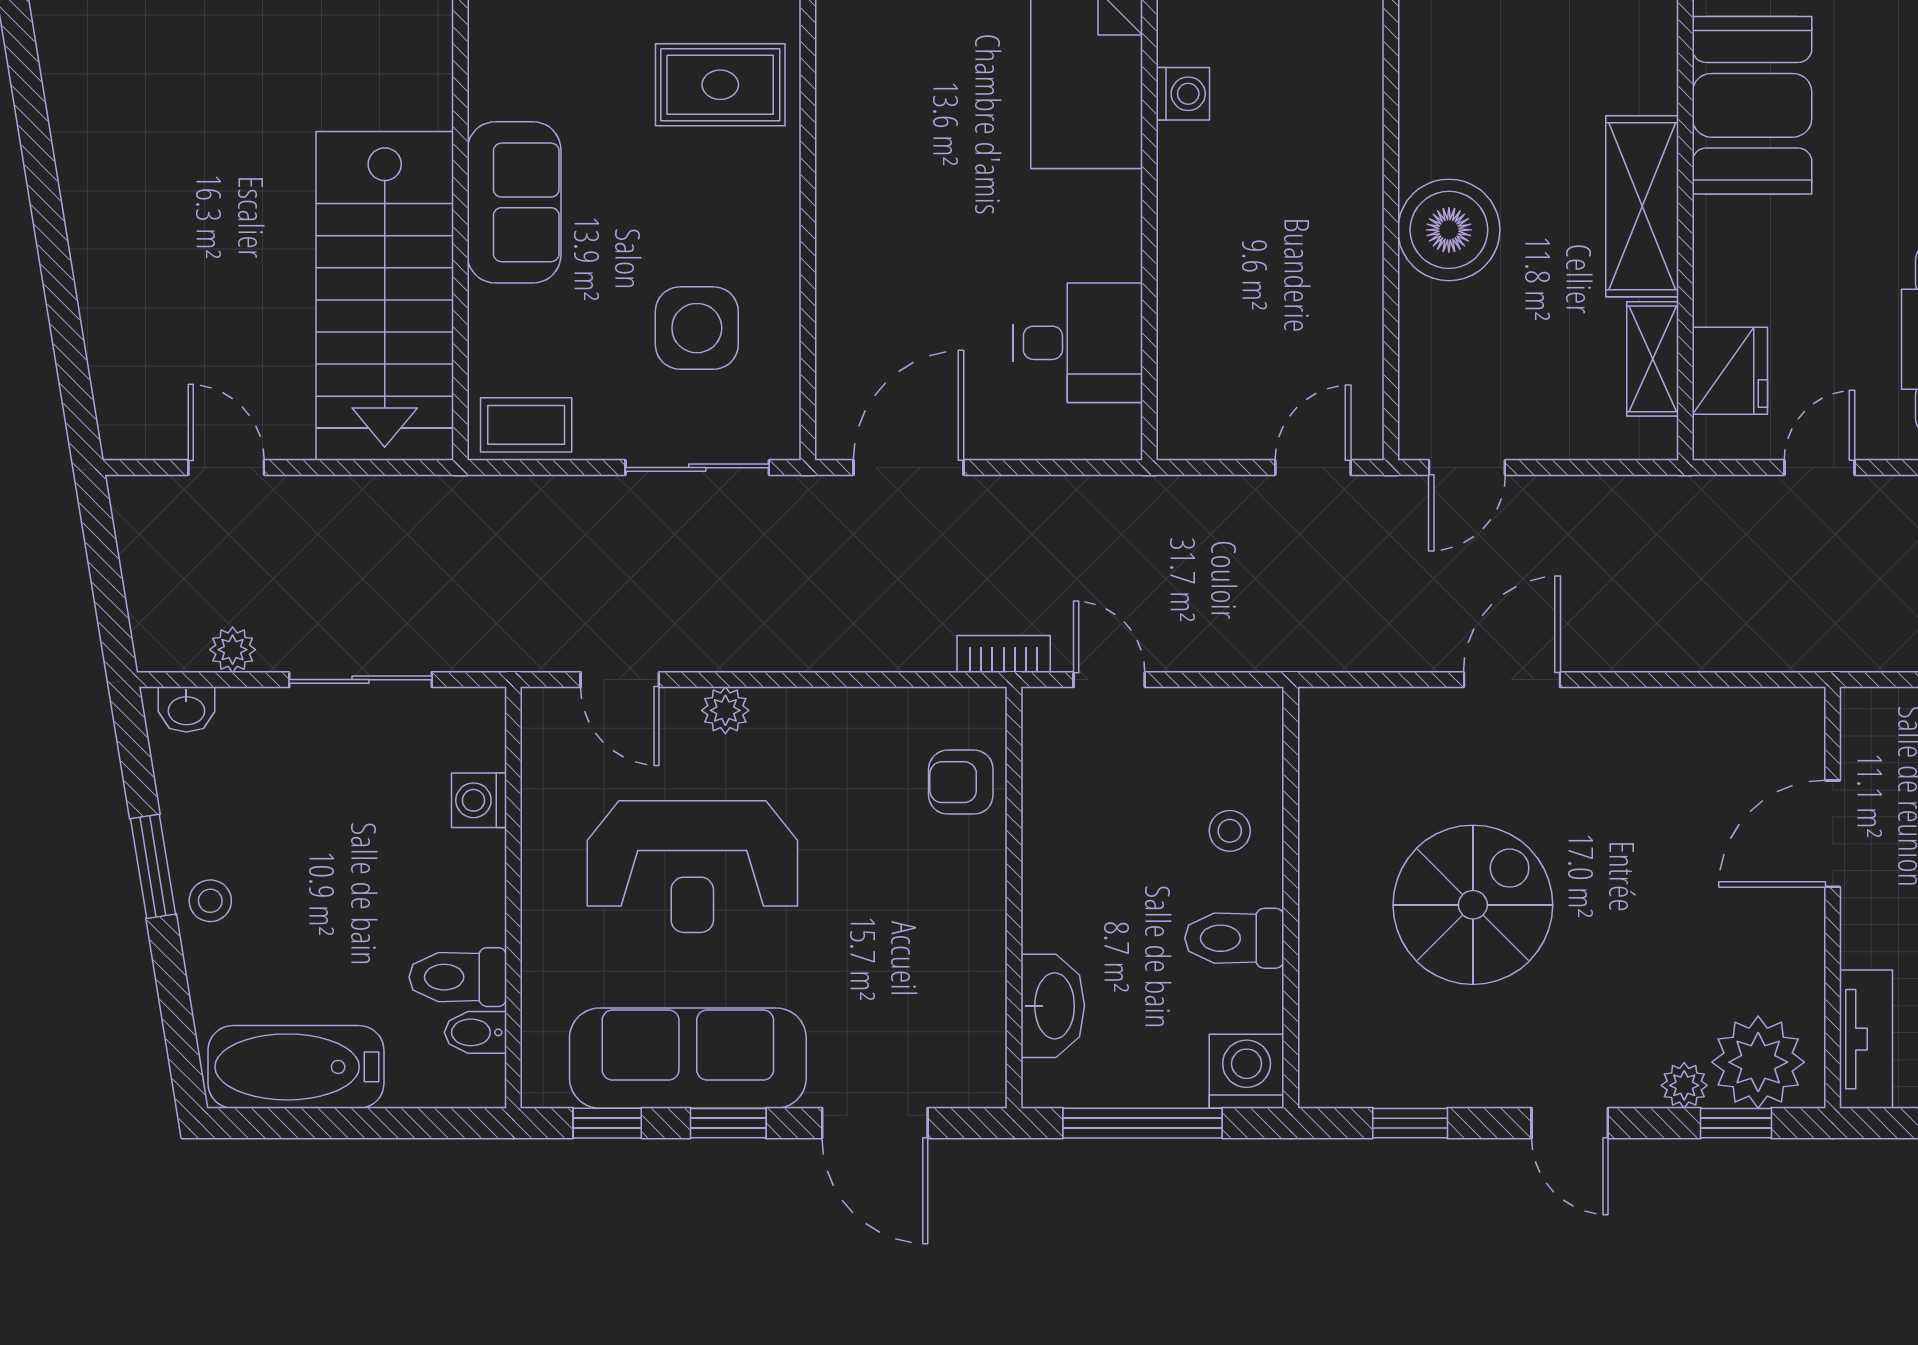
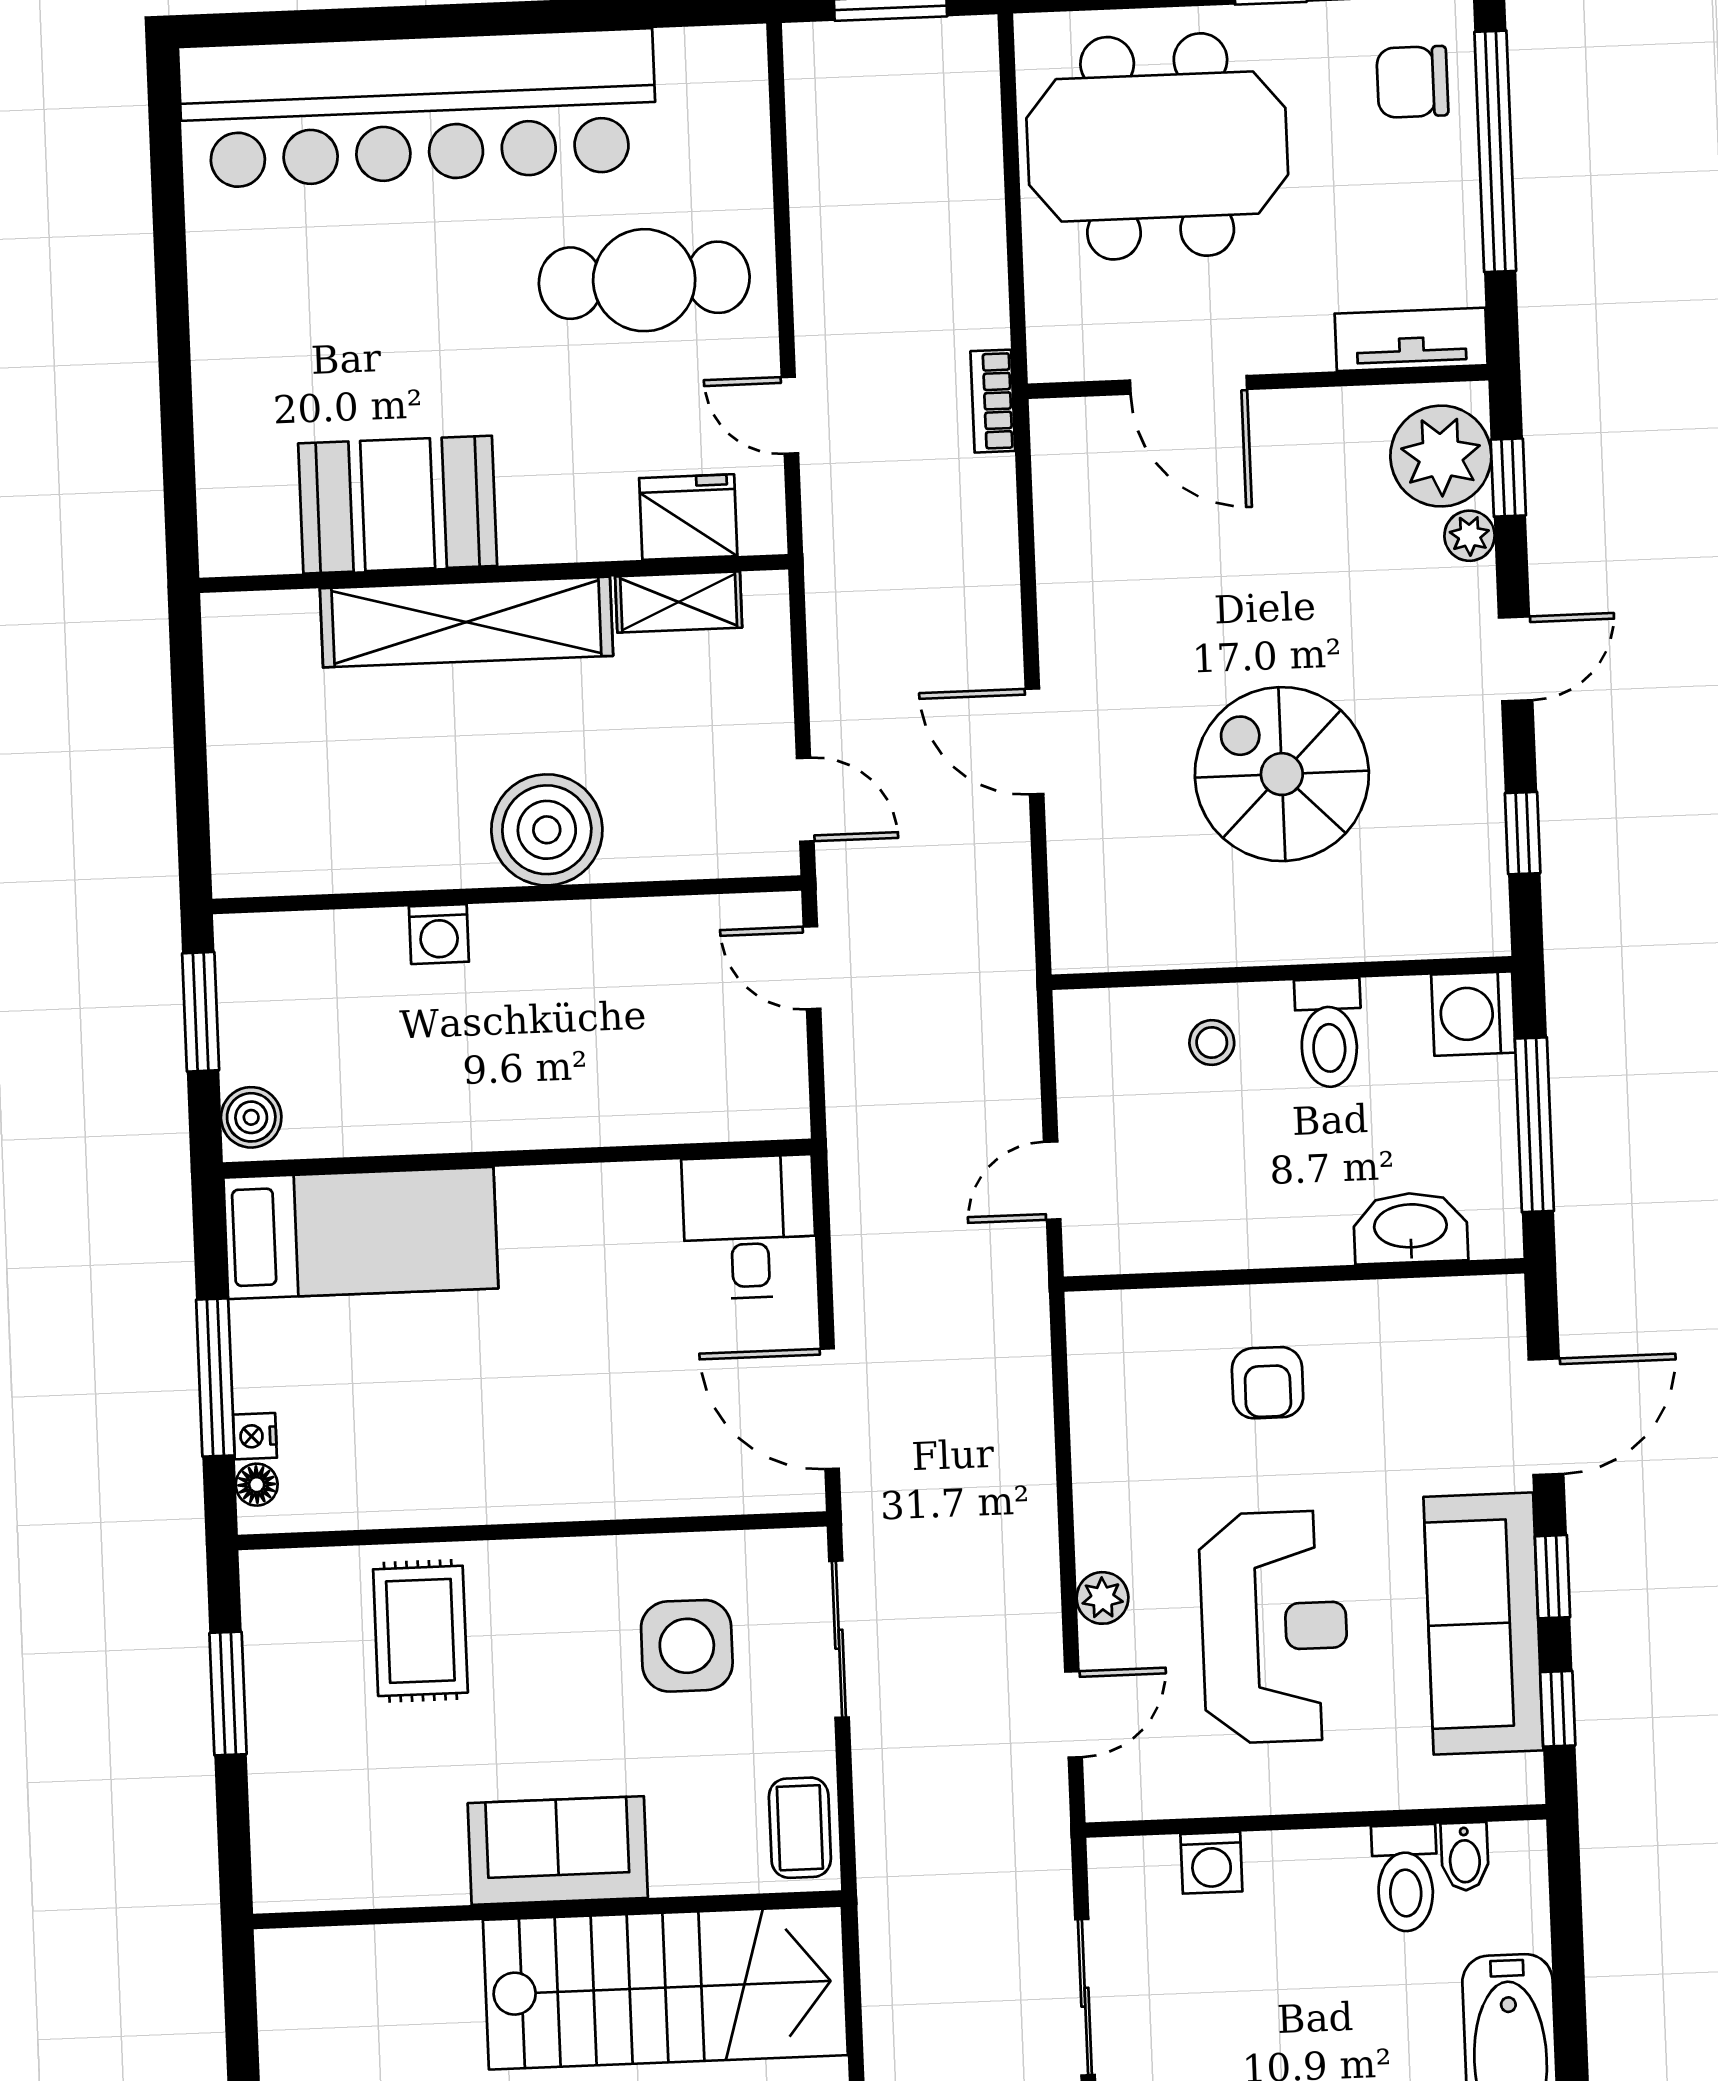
washing machine: (1183, 94) -> (439, 934), moved, turned 180
shelving: (1642, 206) -> (466, 622), width x1.47
desk: (1078, 343) -> (749, 1227), moved
bookcase: (1004, 654) -> (993, 401), moved
armchair: (961, 782) -> (1268, 1383), moved

